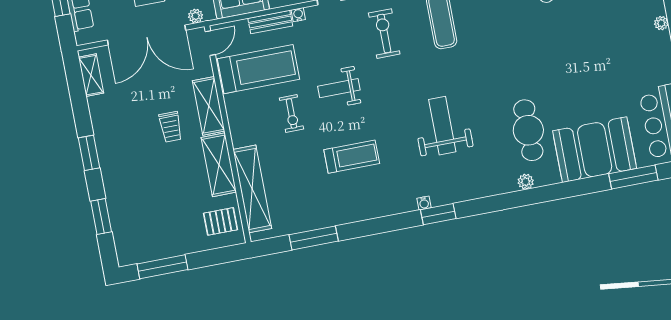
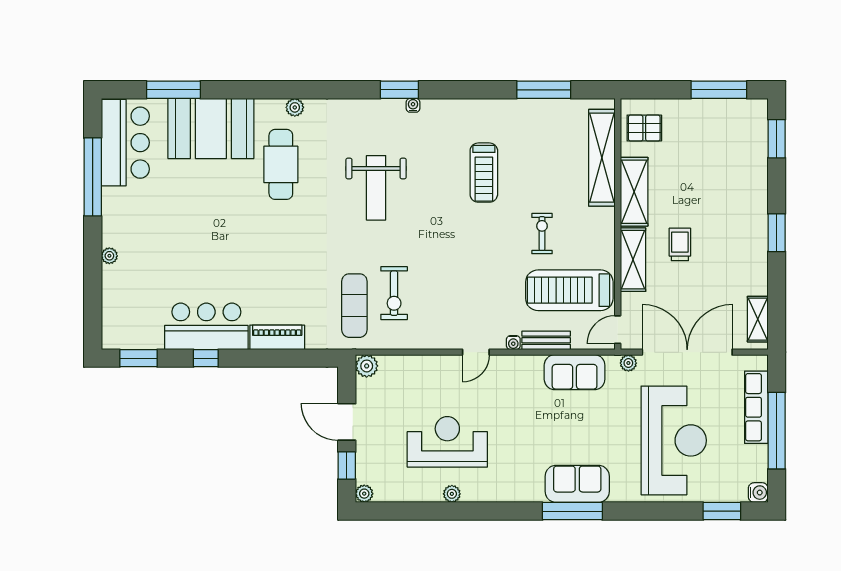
exercise bike: (384, 34) -> (394, 293), moved
weight bench: (339, 88) -> (484, 252), removed
treadmill: (352, 157) -> (484, 173), turned -90
window: (101, 217) -> (777, 139), moved

